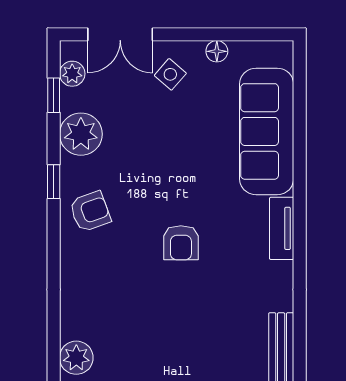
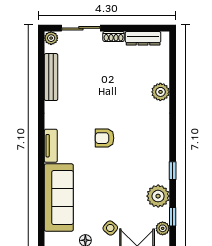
armchair: (90, 211) -> (153, 155), removed
armchair: (181, 243) -> (105, 138), turned -90
plant: (76, 358) -> (160, 92), moved

